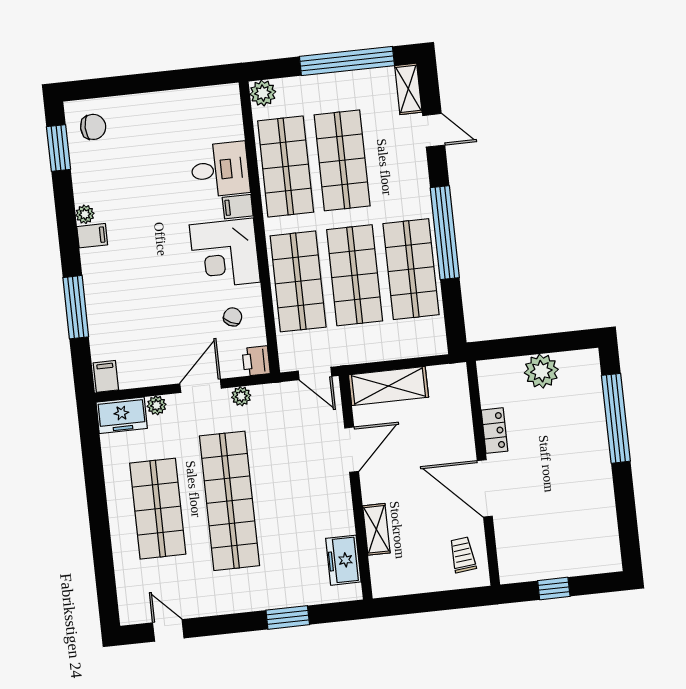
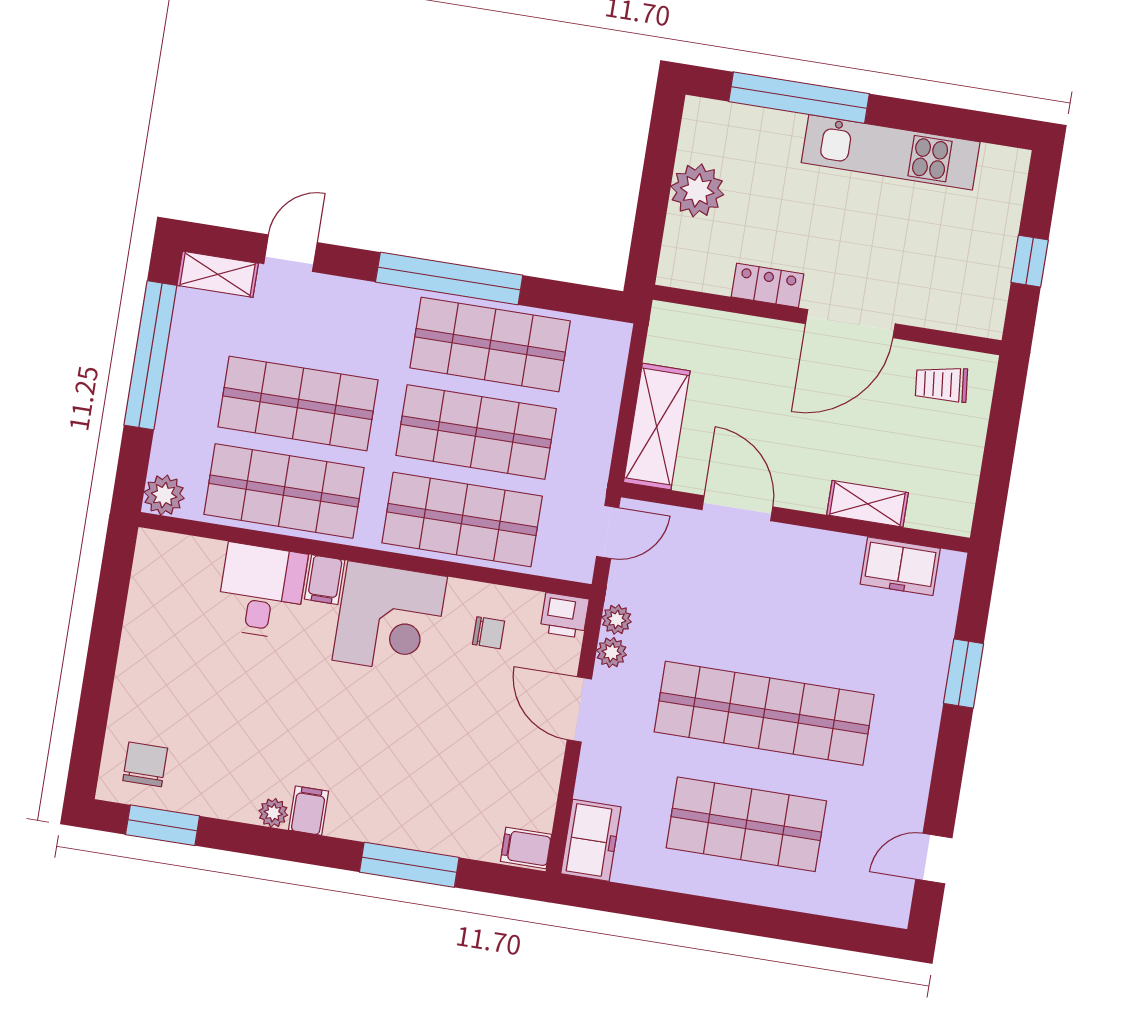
chair: (233, 317) -> (489, 633), turned 153
plant: (157, 405) -> (617, 619), moved
kitchen unit: (598, 484) -> (891, 152), added

